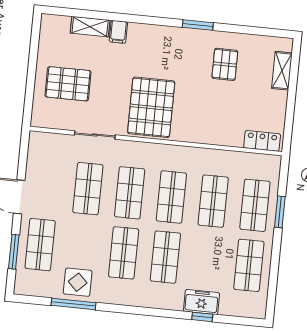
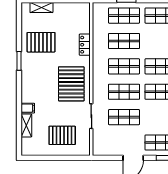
pallet: (225, 64) -> (41, 42), width x1.50, depth x1.42
pallet: (68, 84) -> (62, 135), turned 90
pallet: (151, 107) -> (71, 84), turned 90
locker: (262, 141) -> (85, 45), moved

